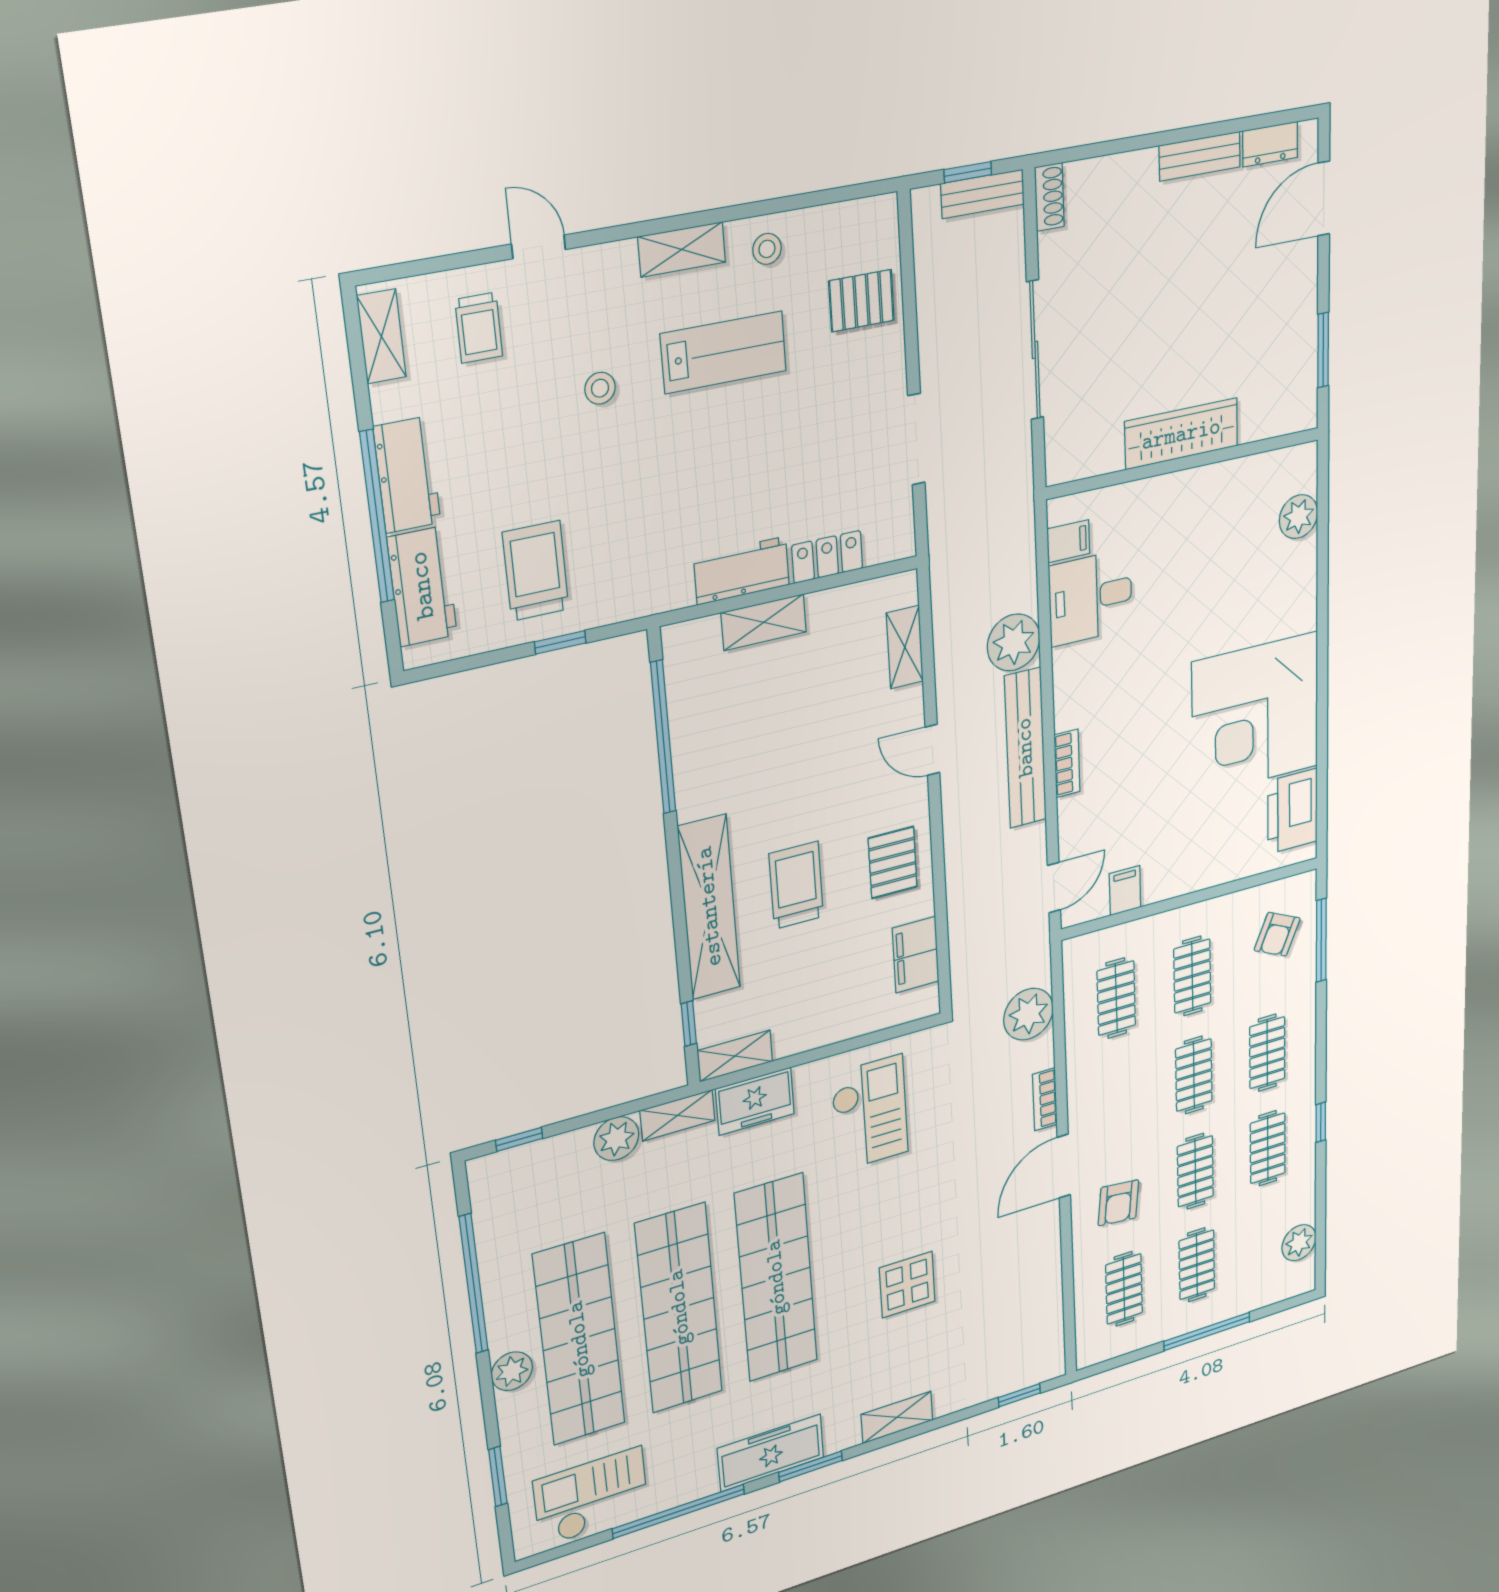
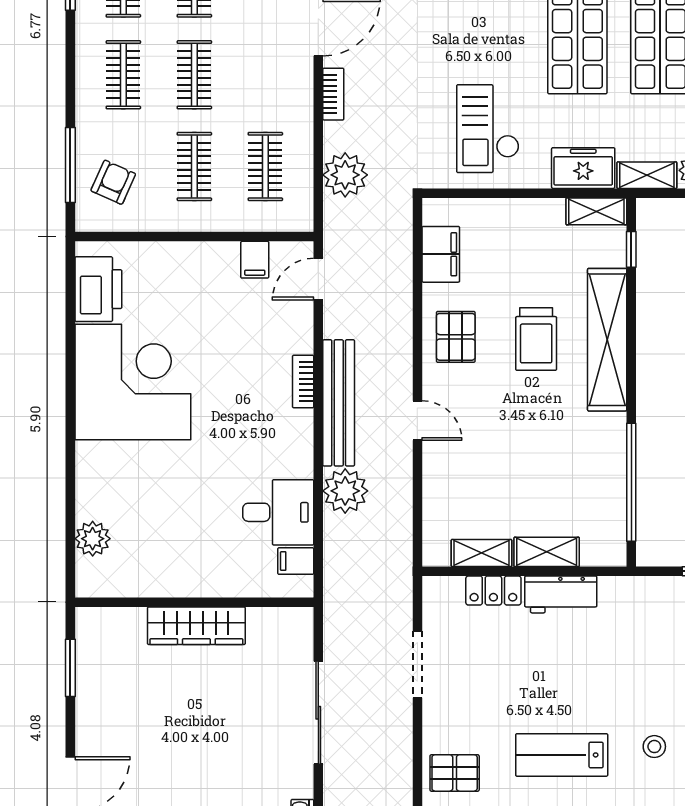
shelving: (905, 647) -> (481, 553), moved, turned 90

